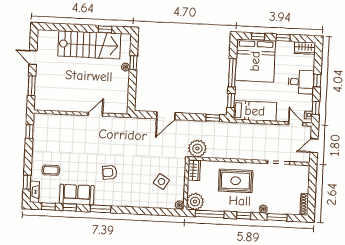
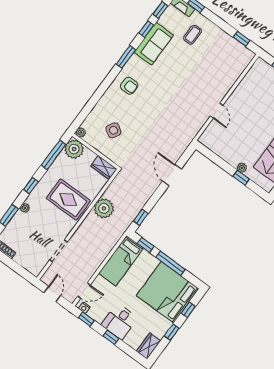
plant: (197, 149) -> (104, 208), moved
armchair: (110, 172) -> (129, 86), moved, turned 98
rug: (236, 181) -> (68, 200), turned 90

